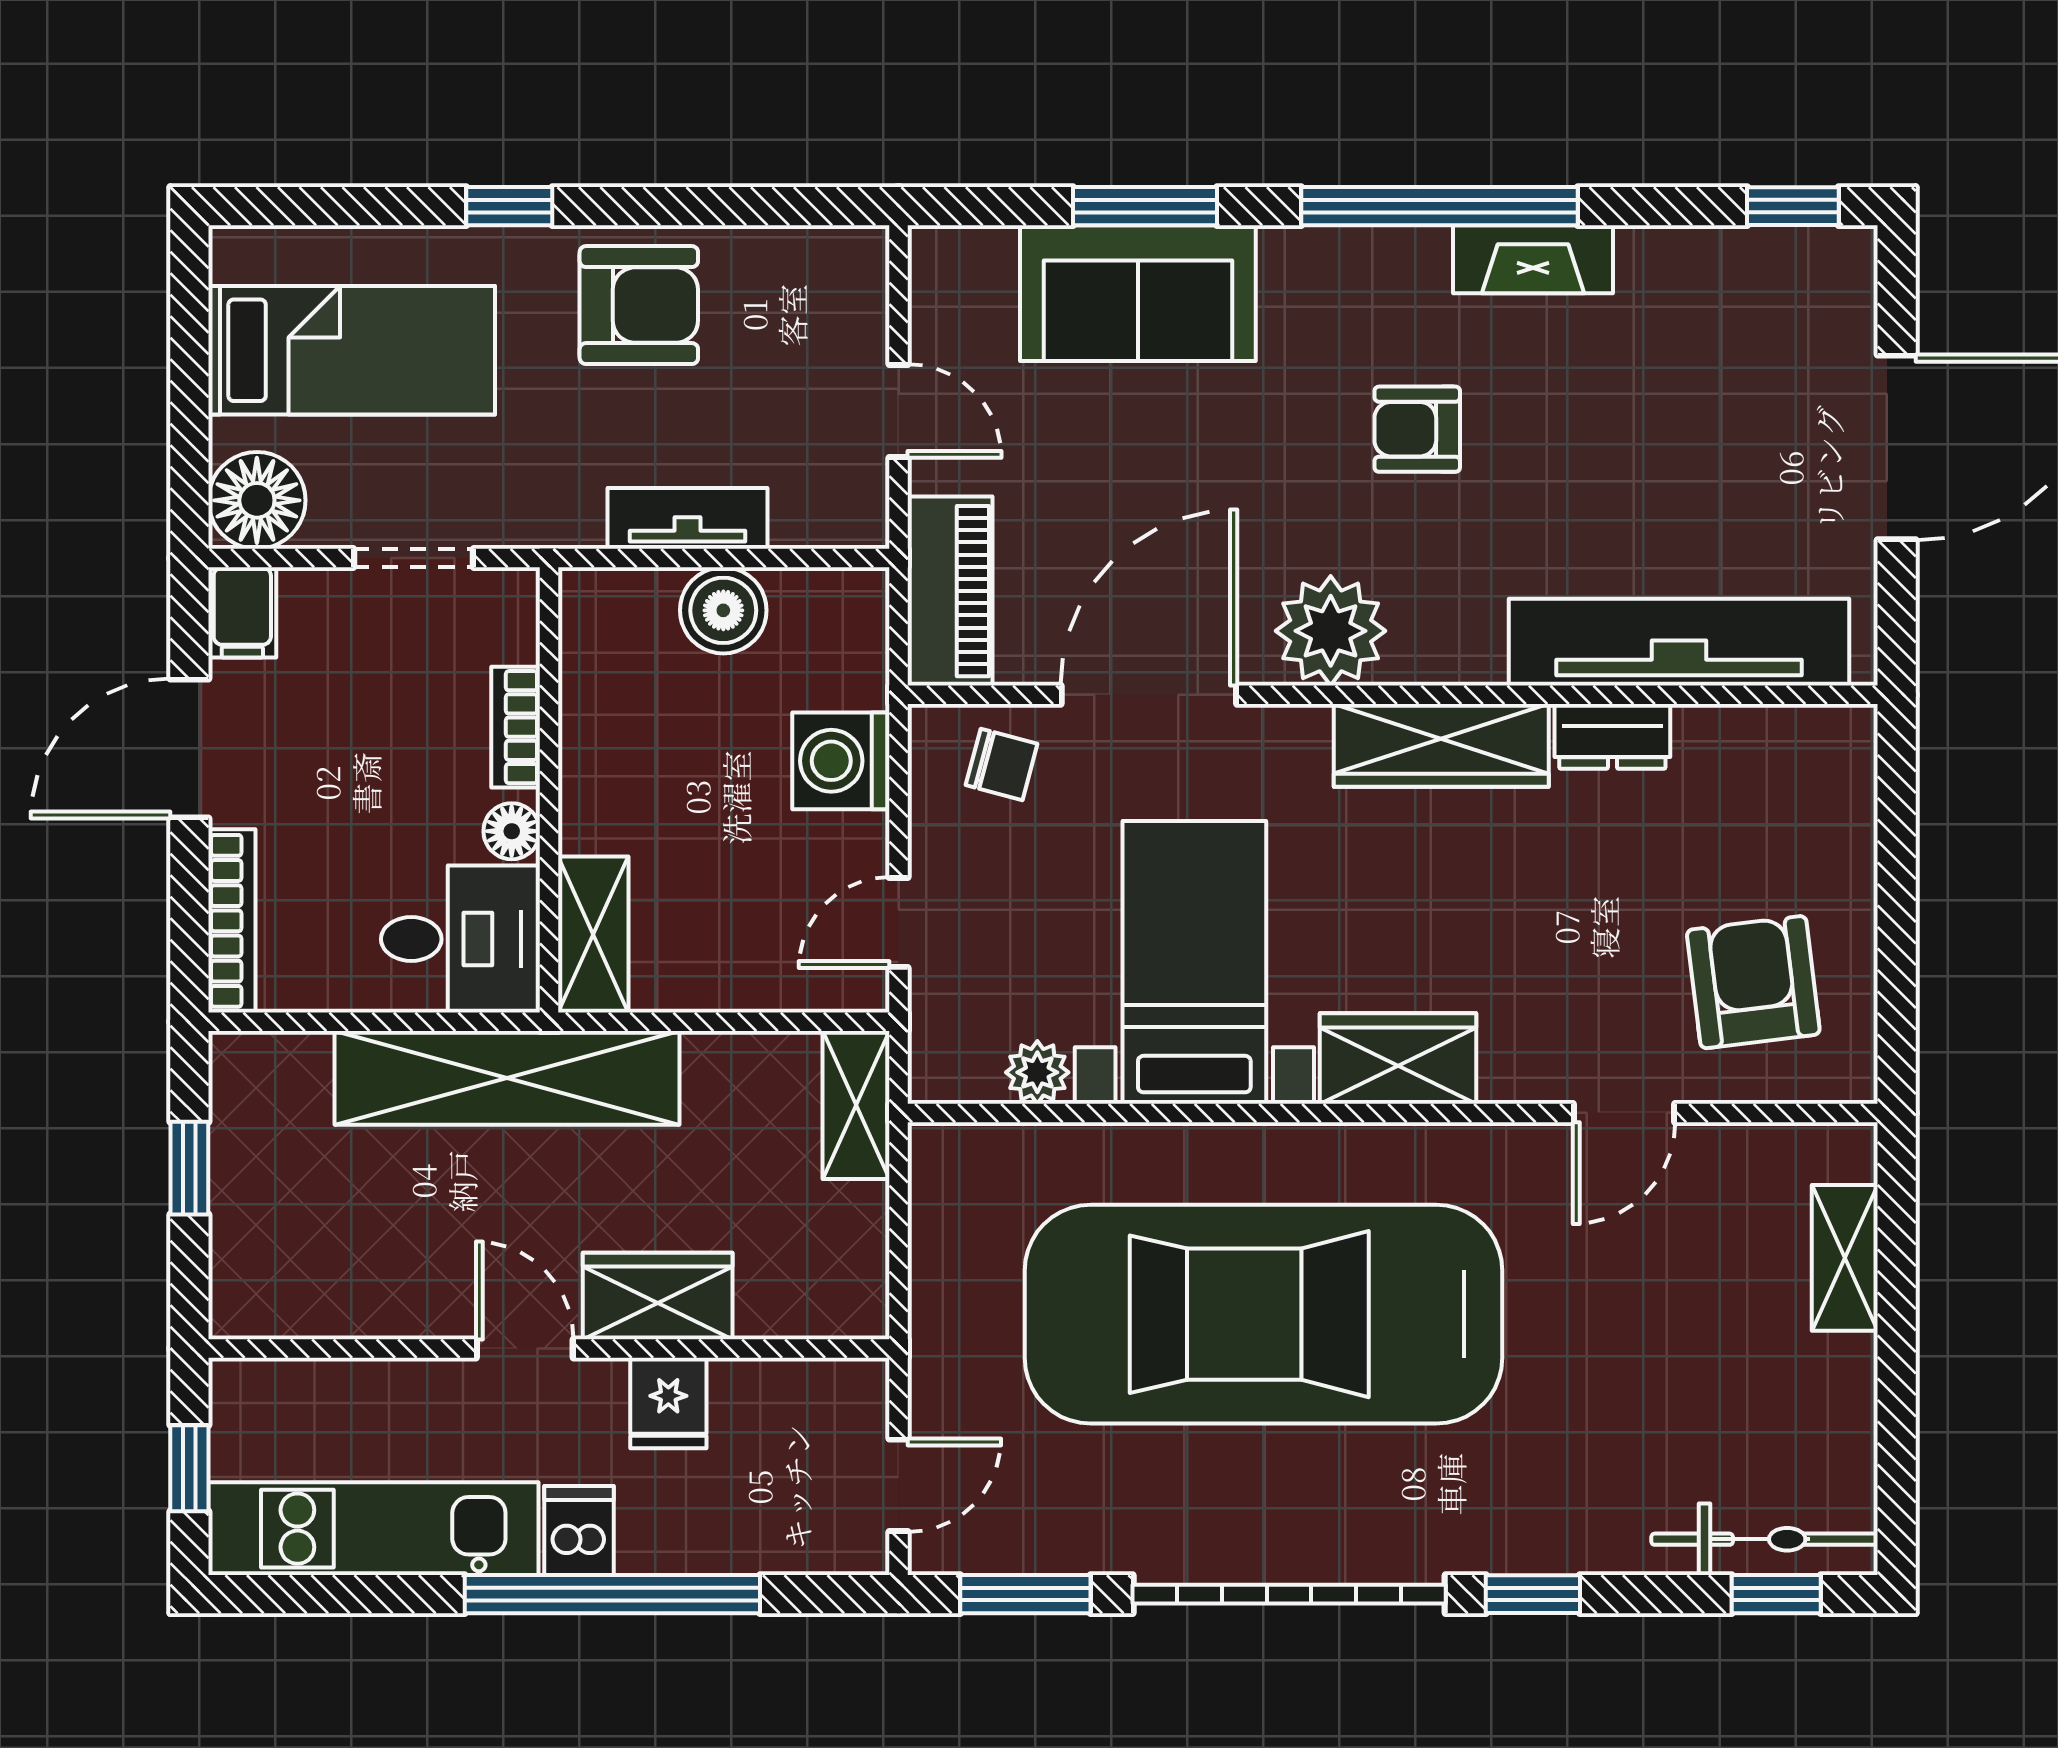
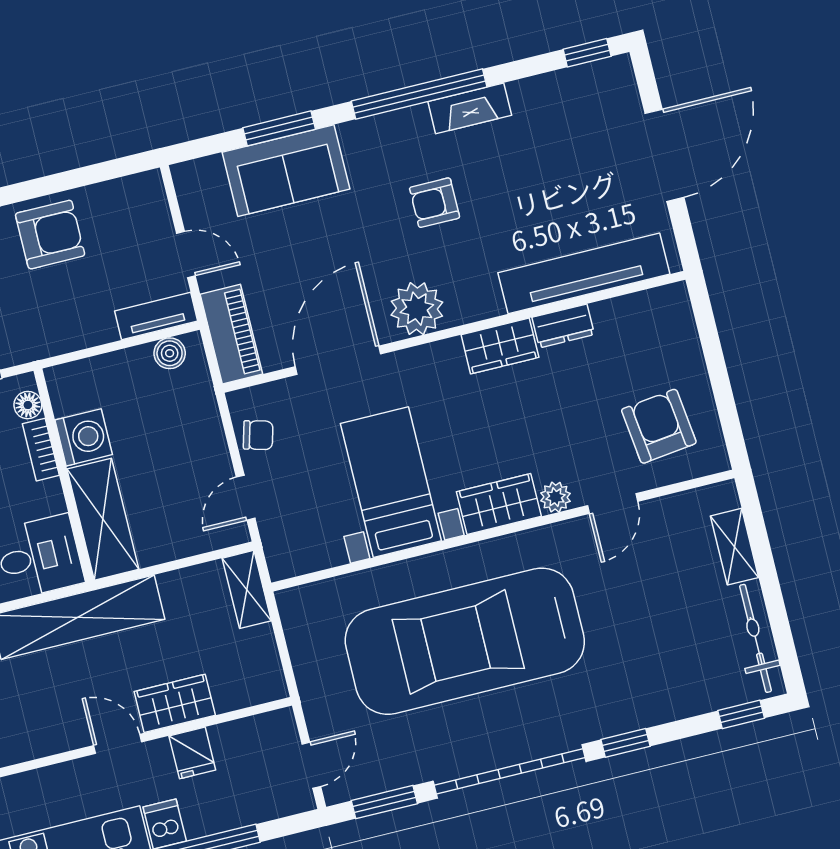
tv unit: (688, 518) -> (156, 316), moved
boiler: (723, 610) -> (170, 353), moved, width x0.73, depth x0.73
wardrobe: (1441, 745) -> (500, 346), width x0.67
washing machine: (841, 761) -> (84, 437), moved, turned 180
chair: (1002, 764) -> (258, 435), moved
floor lamp: (512, 831) -> (28, 405), moved
shelving: (593, 935) -> (103, 519), width x1.50, depth x1.33
plant: (1037, 1072) -> (555, 497), moved
bicycle: (1765, 1539) -> (756, 638), moved, turned -90

